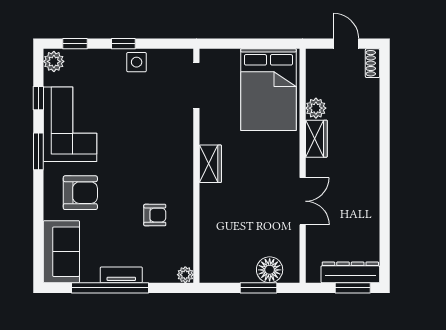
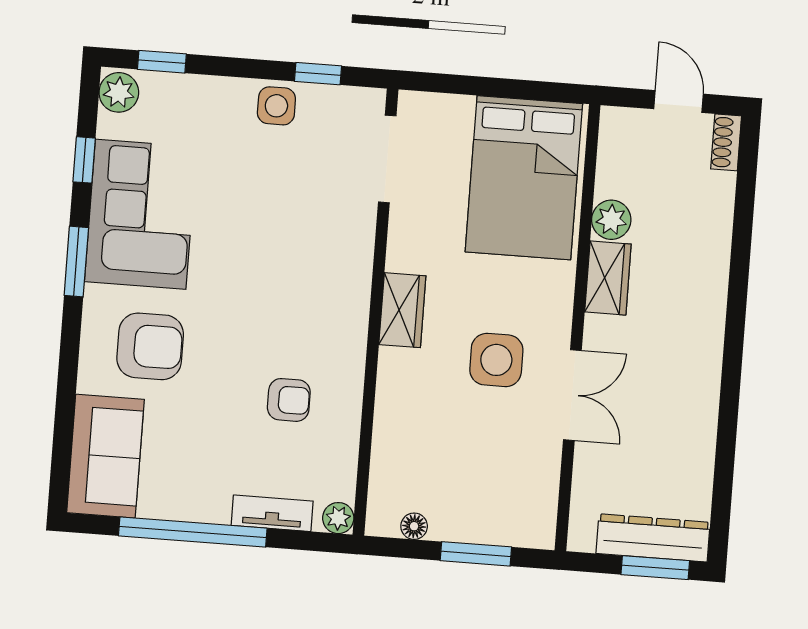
window: (123, 44) -> (318, 74), moved
side table: (261, 186) -> (496, 360), added
floor lamp: (270, 270) -> (414, 526), moved, width x0.53, depth x0.53
tv unit: (121, 275) -> (272, 513), moved

